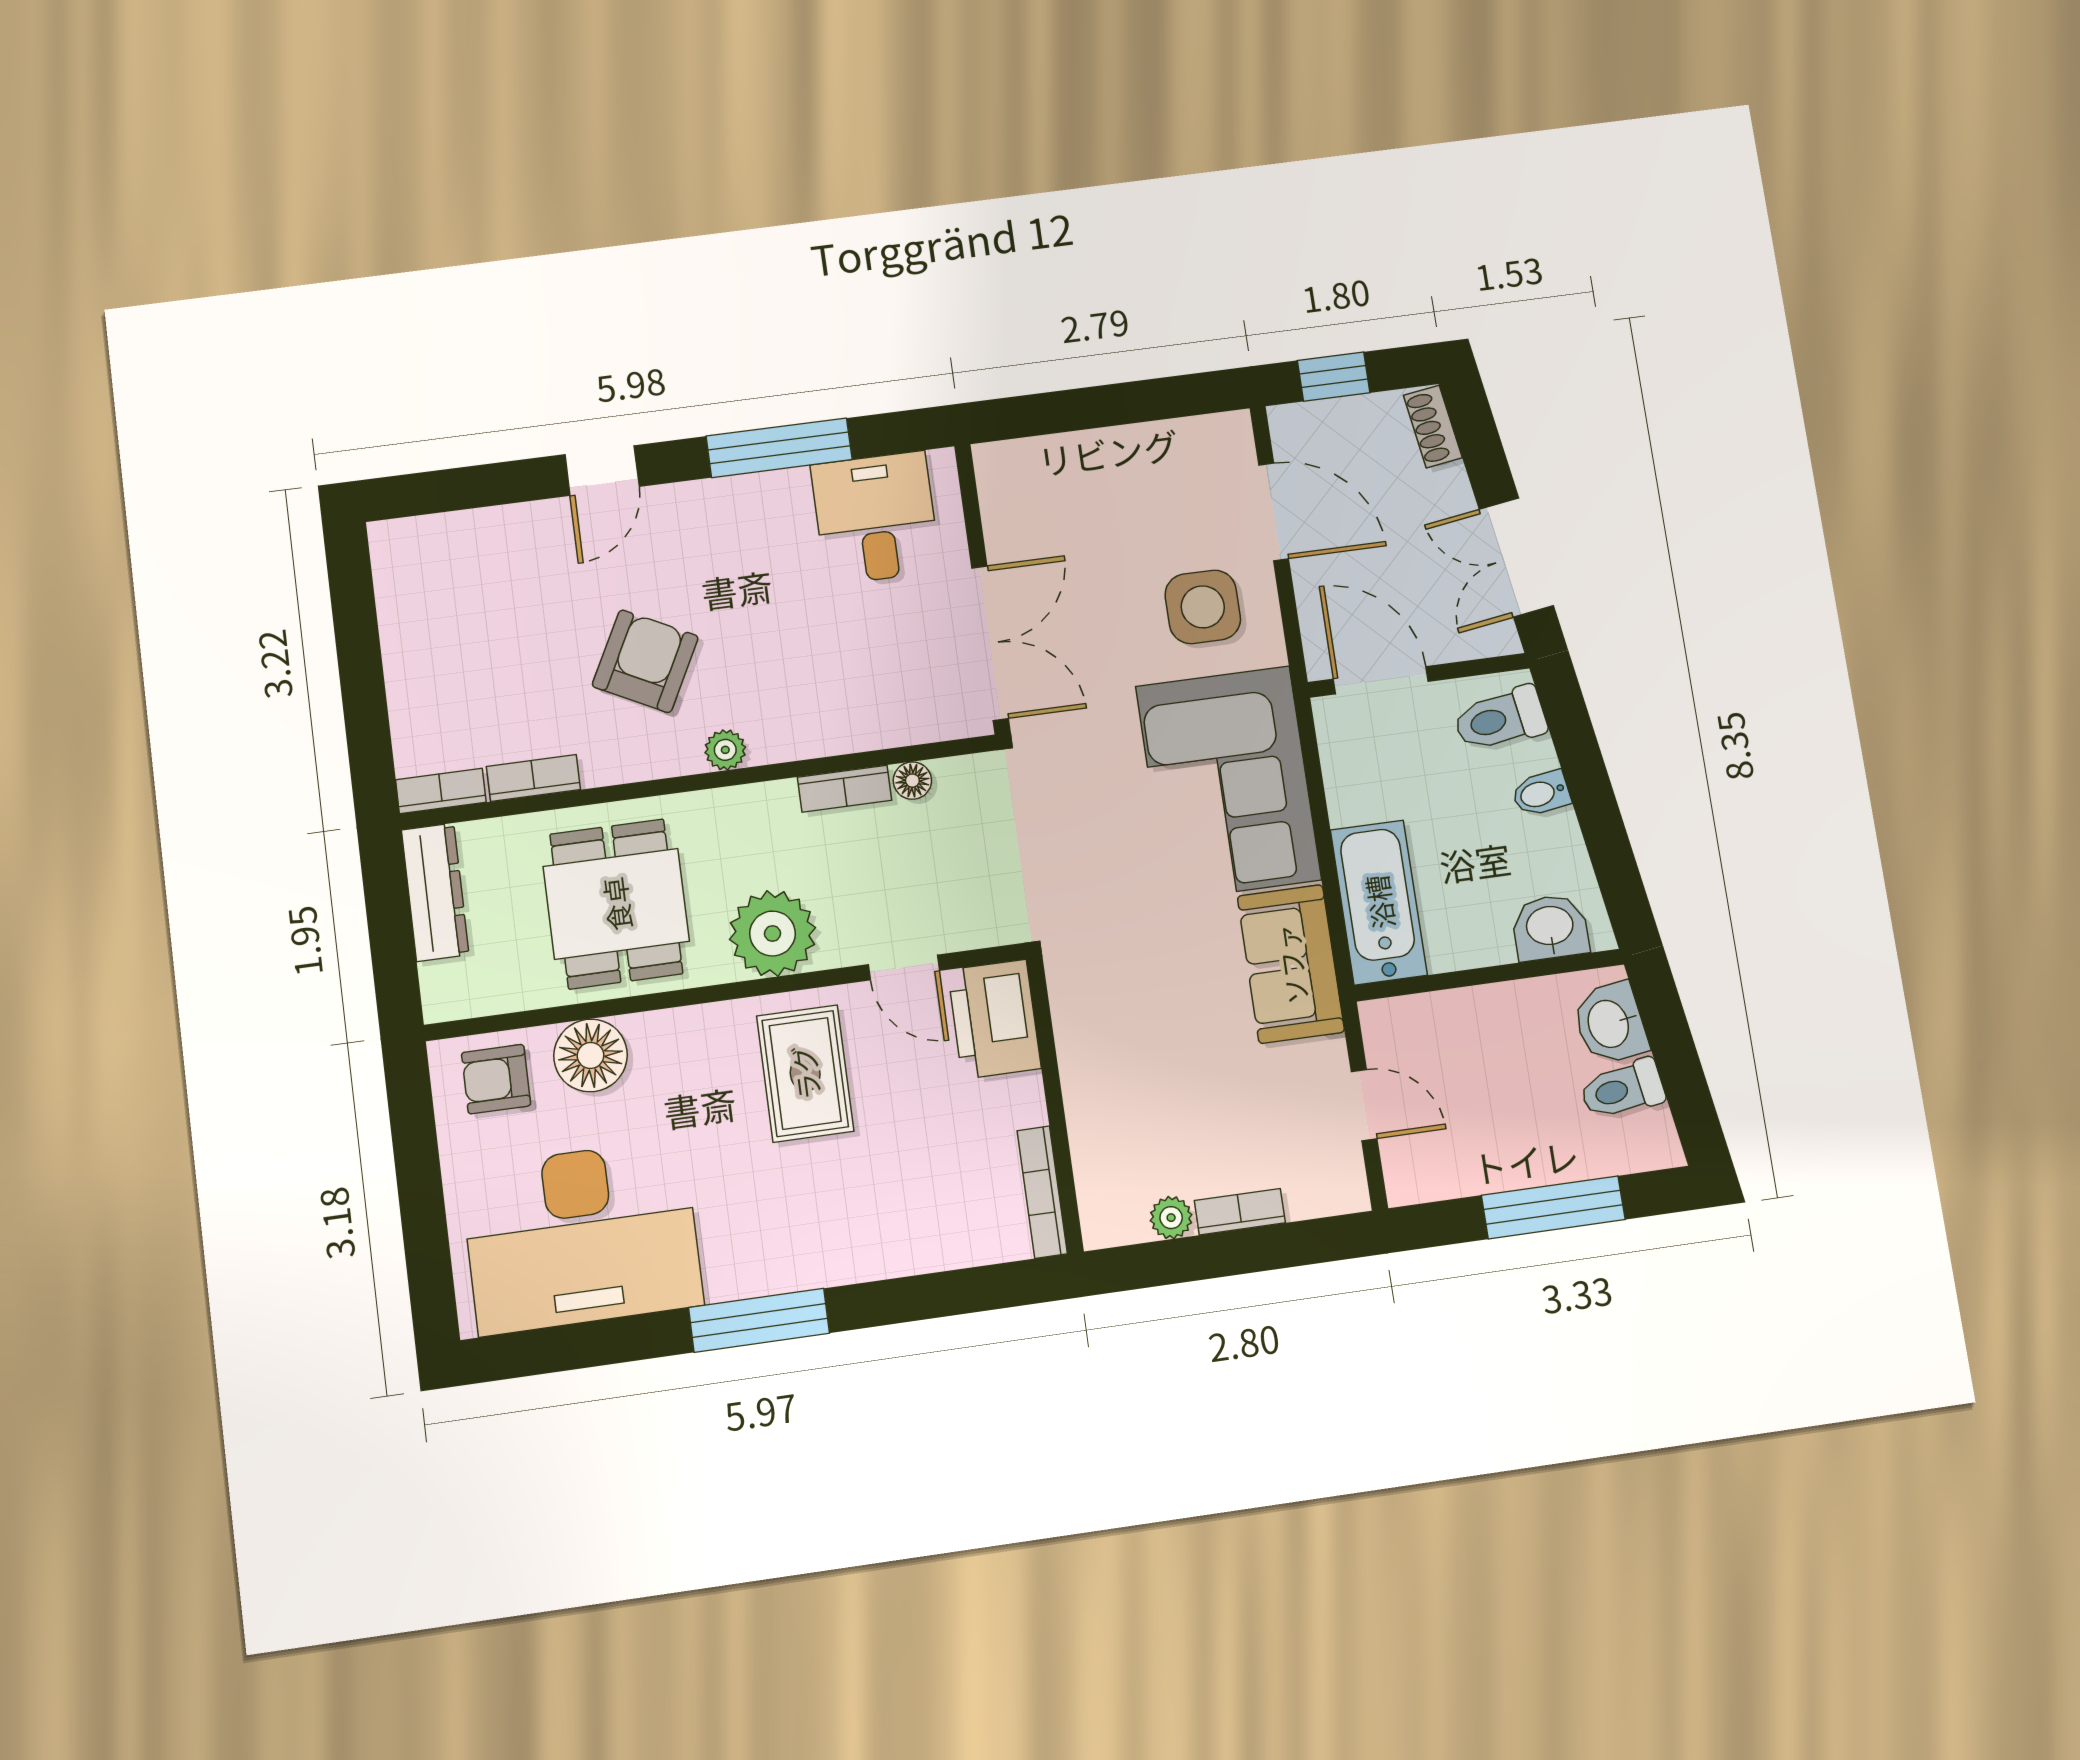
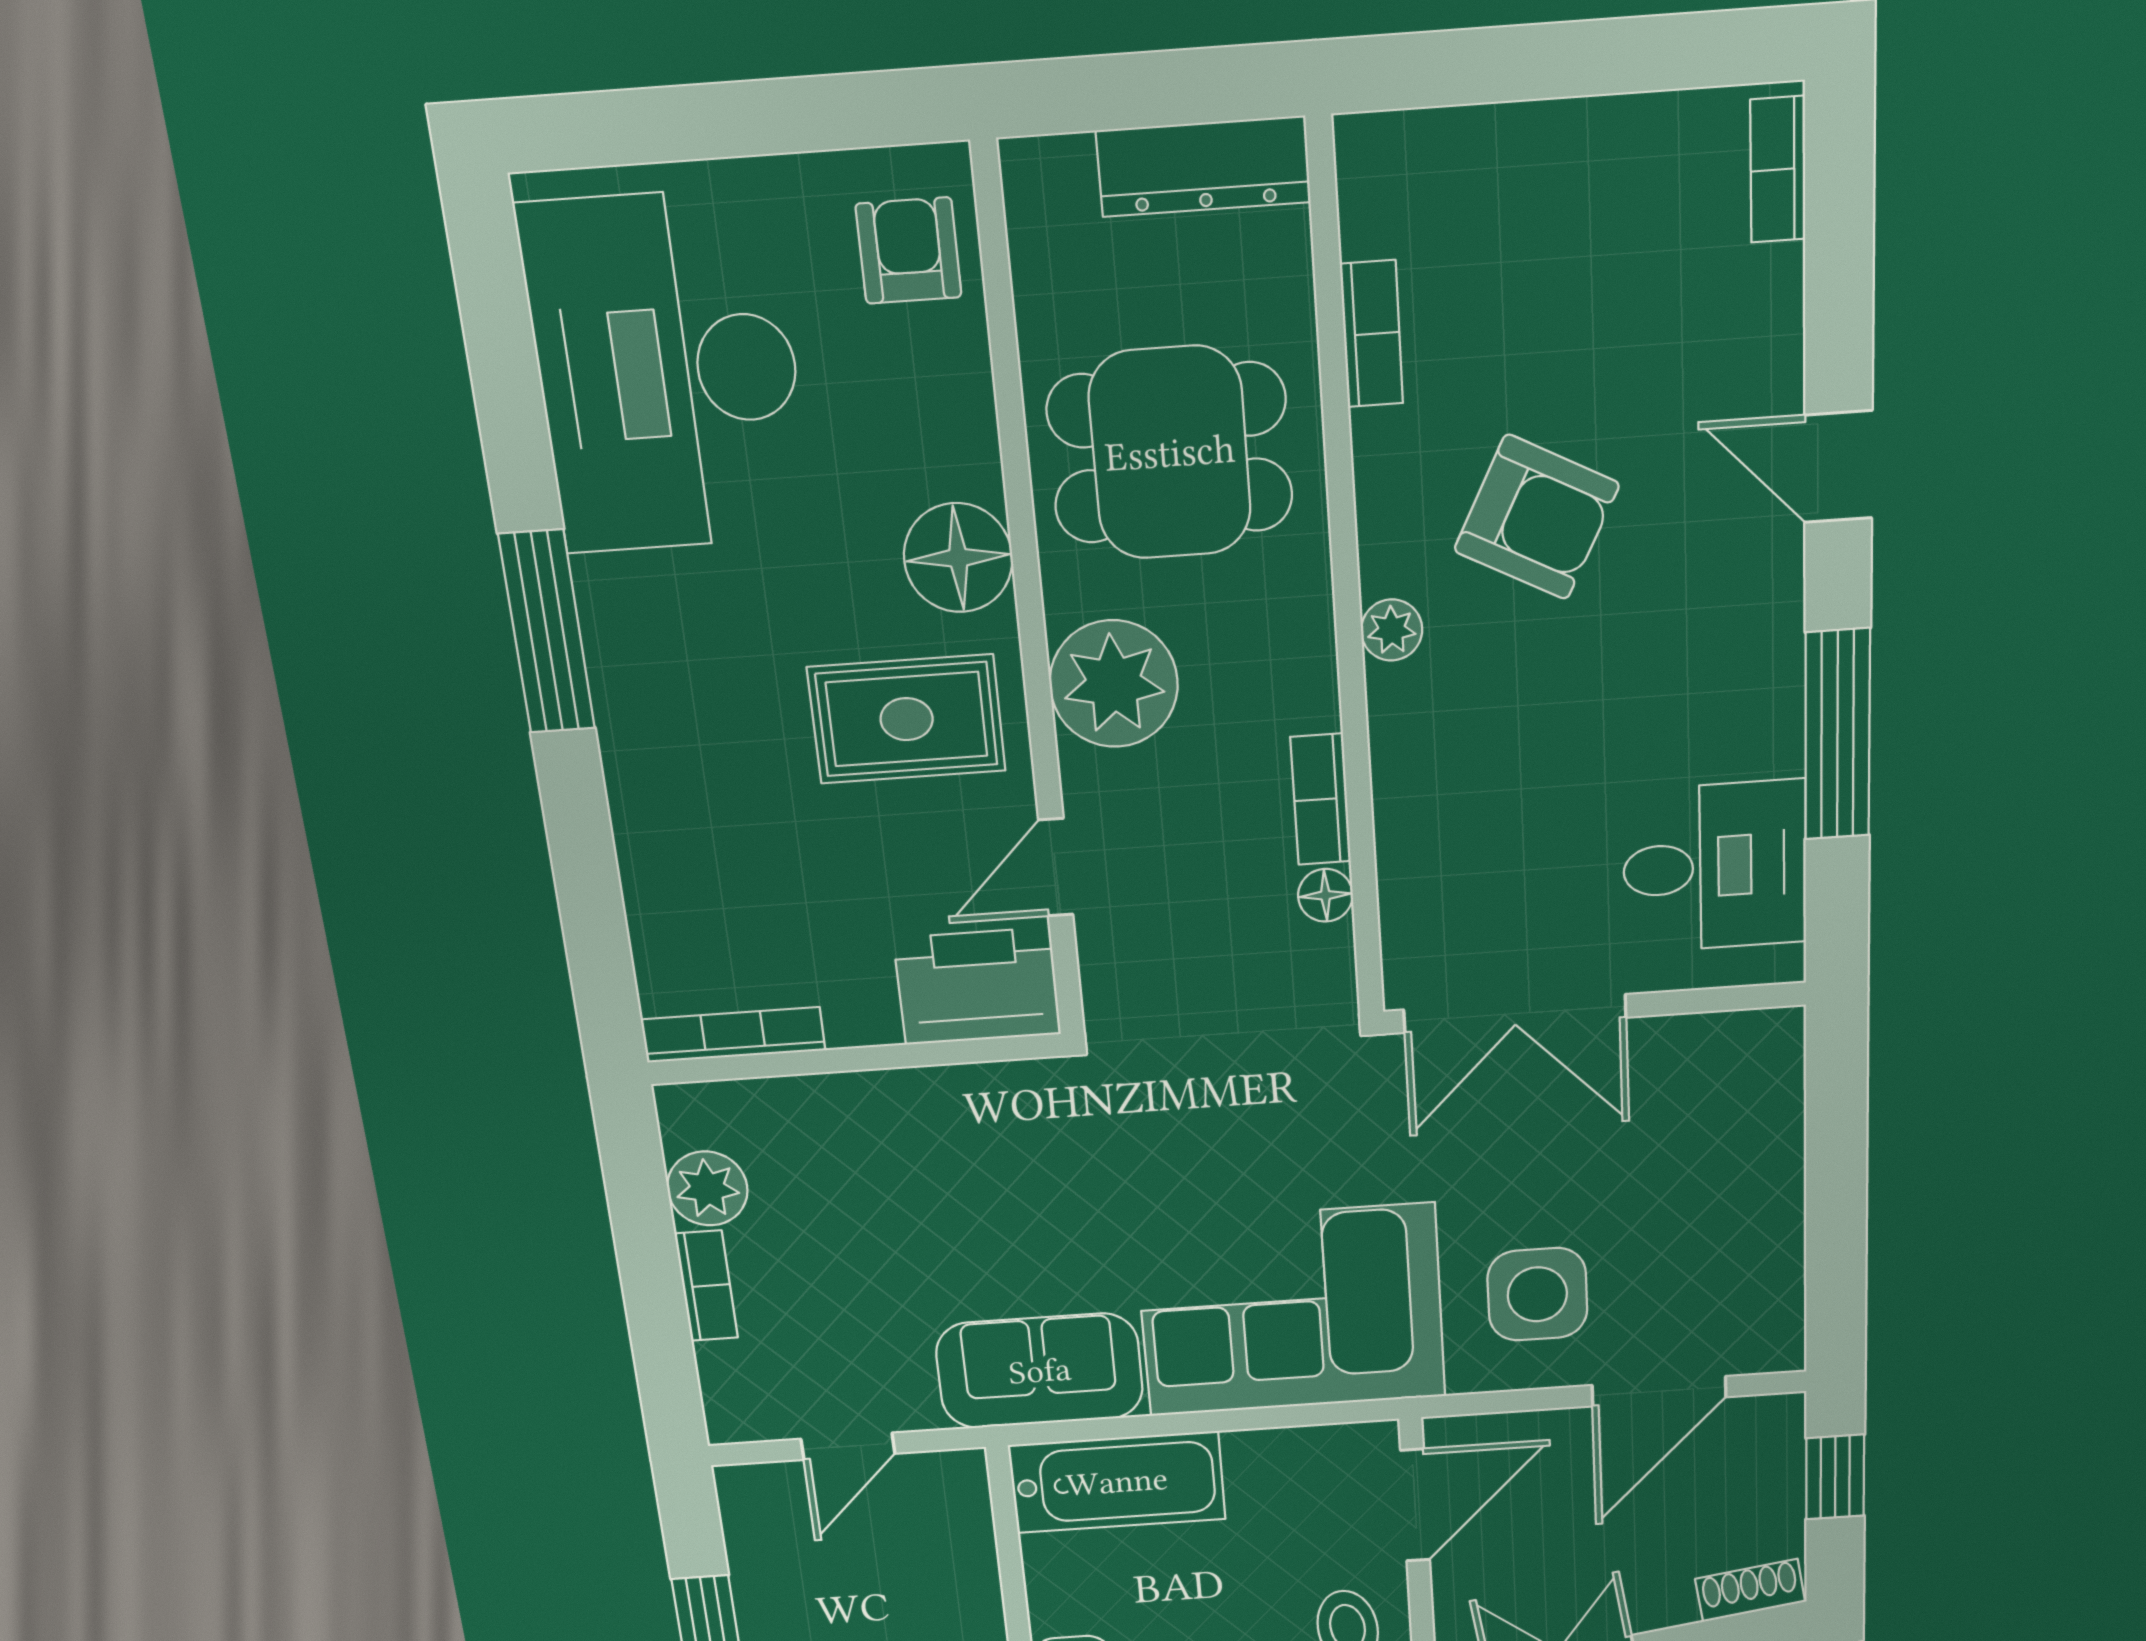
bookcase: (441, 791) -> (1778, 170), moved, turned 180
floor lamp: (591, 1055) -> (958, 558), moved
plant: (1171, 1218) -> (707, 1188), width x1.38, depth x1.38

